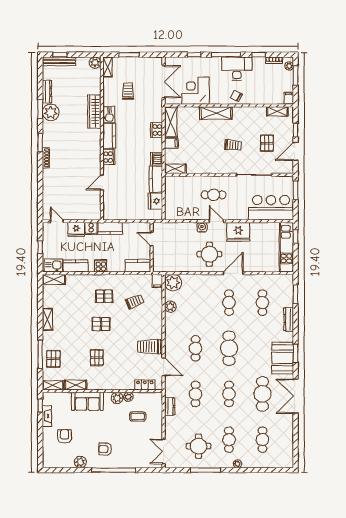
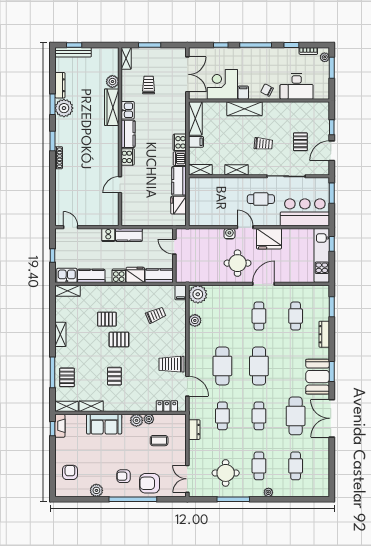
plant: (95, 63) -> (112, 82), moved
desk: (237, 69) -> (297, 86), moved, turned 180
filing cabinet: (289, 98) -> (243, 93), moved
shelving: (277, 111) -> (237, 170), moved
cooker: (157, 130) -> (180, 142), moved
cafe table: (214, 195) -> (261, 199), moved
fridge: (76, 229) -> (135, 275), moved, turned 180
pallet: (104, 296) -> (107, 319), moved
cafe table: (196, 348) -> (222, 366), width x1.37, depth x1.35
fireplace: (47, 416) -> (60, 426), moved
armchair: (65, 436) -> (70, 472), moved
armchair: (129, 456) -> (150, 483), added

